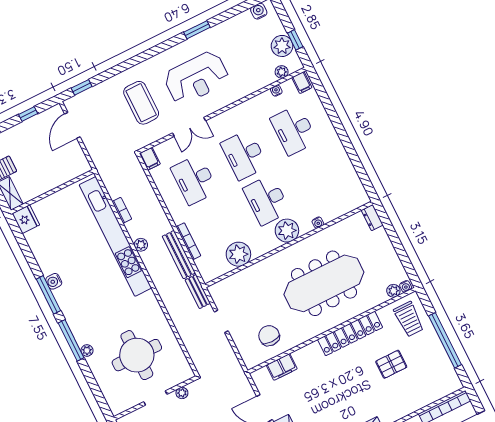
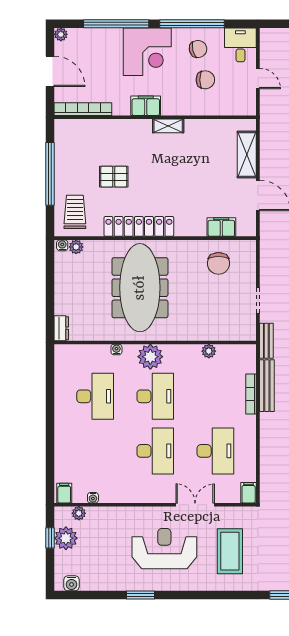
desk: (294, 130) -> (95, 396), moved
plant: (238, 254) -> (209, 351), width x0.53, depth x0.53
meeting table: (324, 283) -> (140, 288), turned 90

